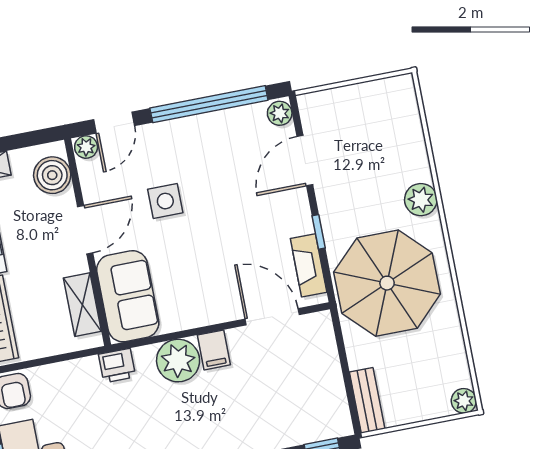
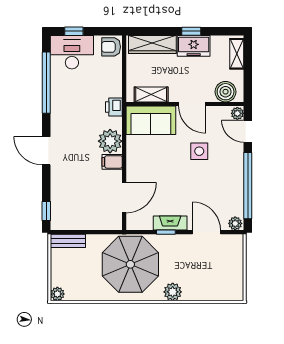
fireplace: (309, 265) -> (170, 223), moved

